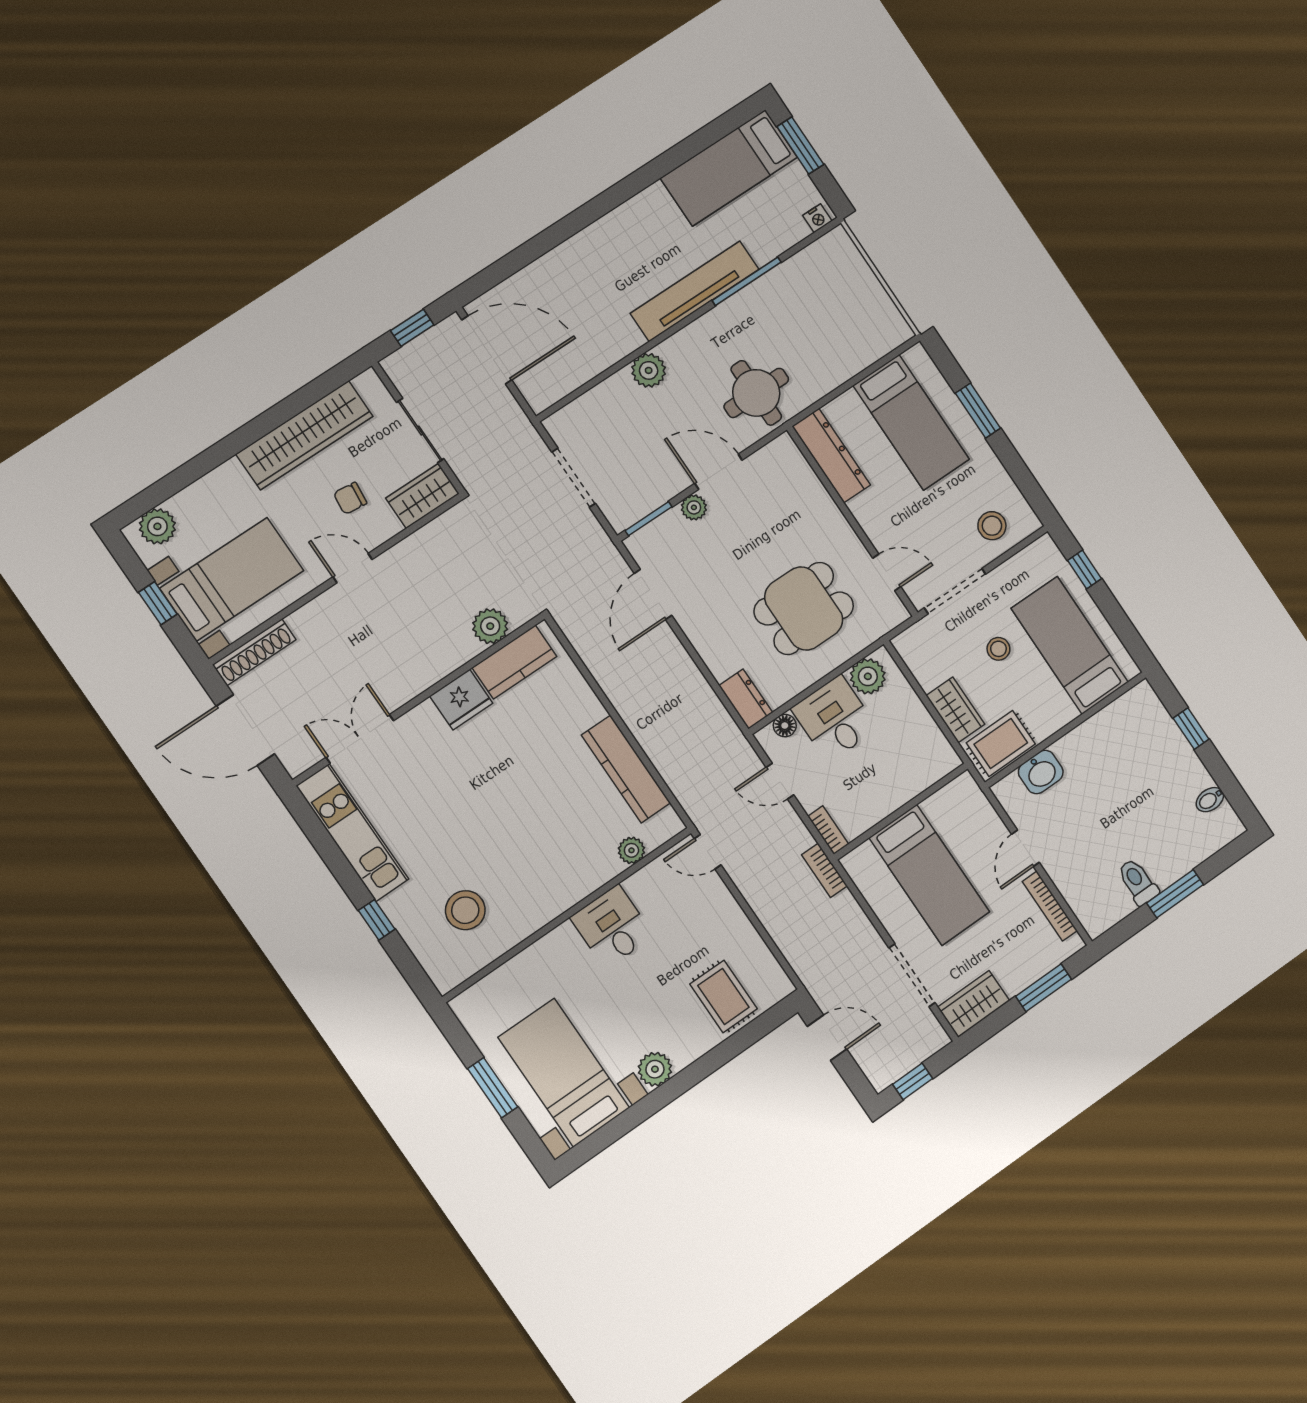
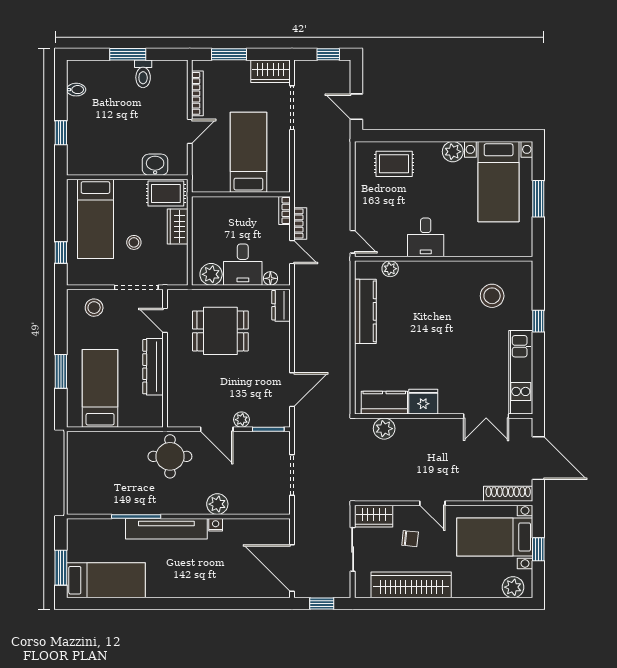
nightstand: (817, 218) -> (216, 525), moved
dresser: (831, 456) -> (153, 367), moved
bookcase: (824, 870) -> (300, 224), moved
rug: (724, 996) -> (394, 164), turned 90

